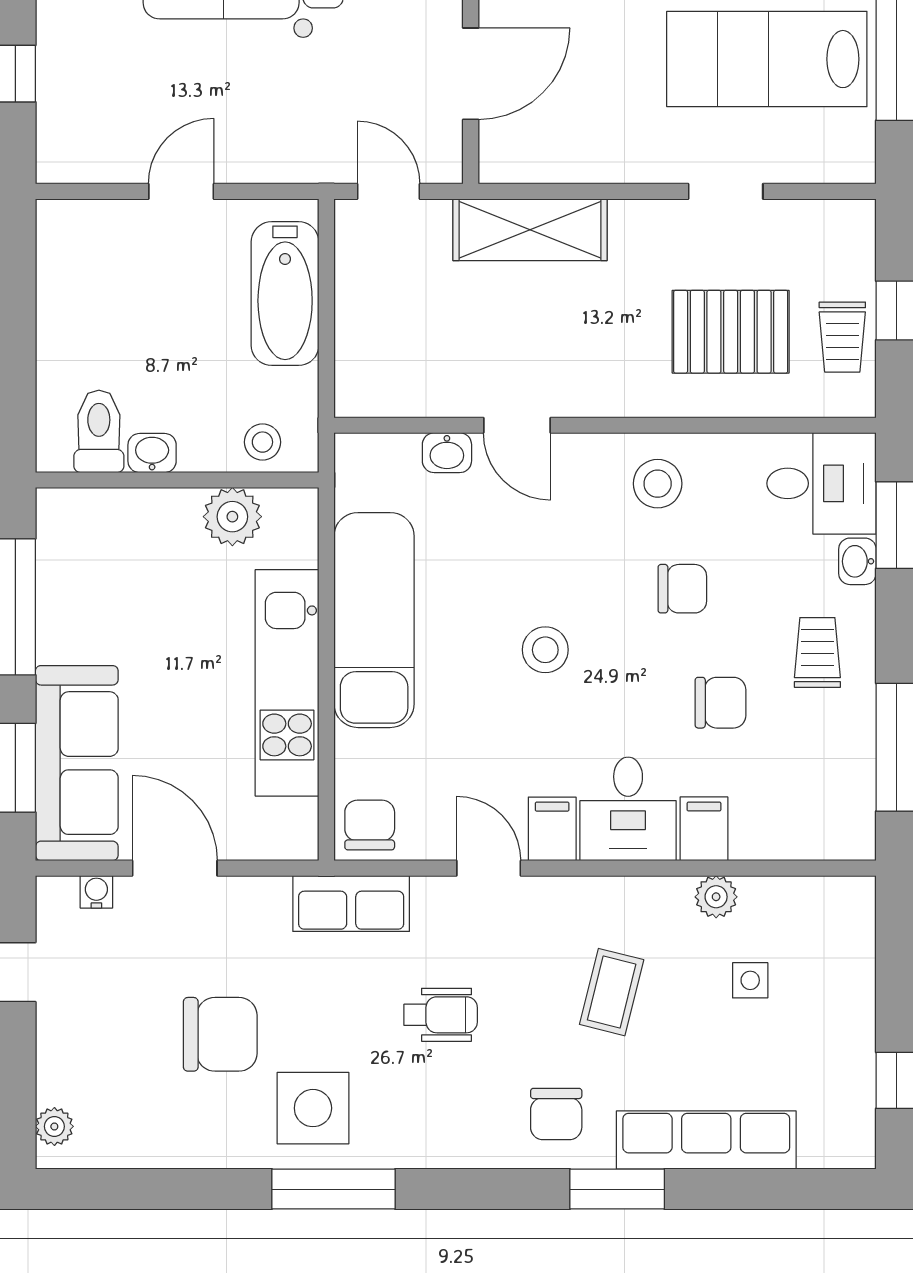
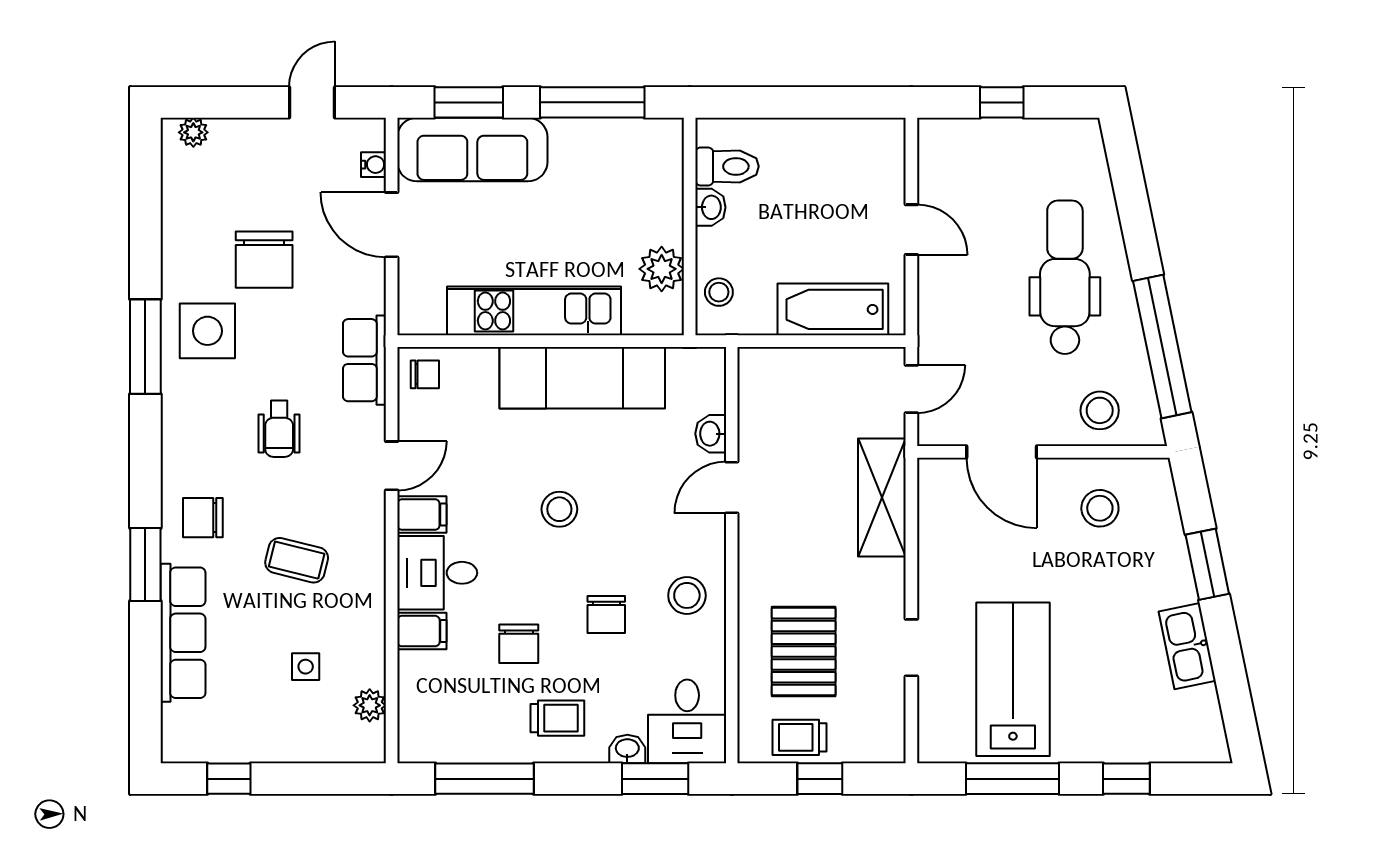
chair: (370, 825) -> (425, 374), width x0.73, depth x0.73
door: (175, 868) -> (392, 225), swing flipped
plant: (716, 897) -> (370, 705), moved

